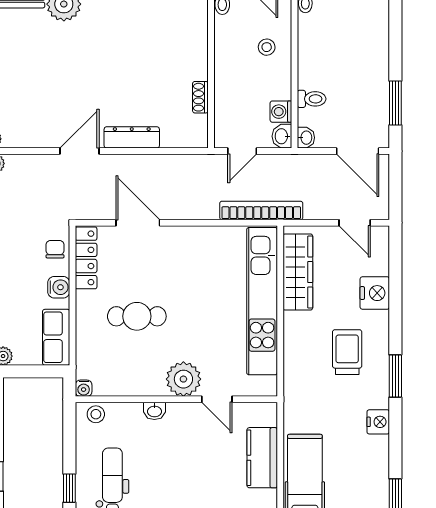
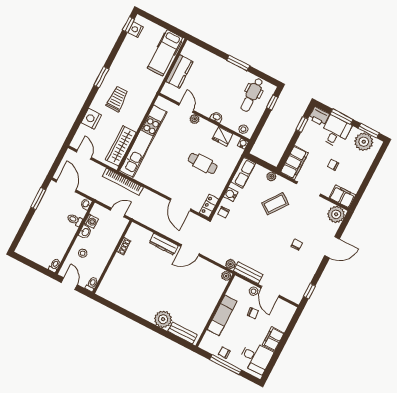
washbasin: (282, 136) -> (85, 232), moved
locker: (86, 258) -> (209, 206), width x0.66
trolley: (347, 352) -> (117, 99), turned 180
plant: (183, 379) -> (195, 119), width x0.53, depth x0.53
fridge: (126, 382) -> (223, 136), added
nightstand: (378, 422) -> (136, 30), moved

